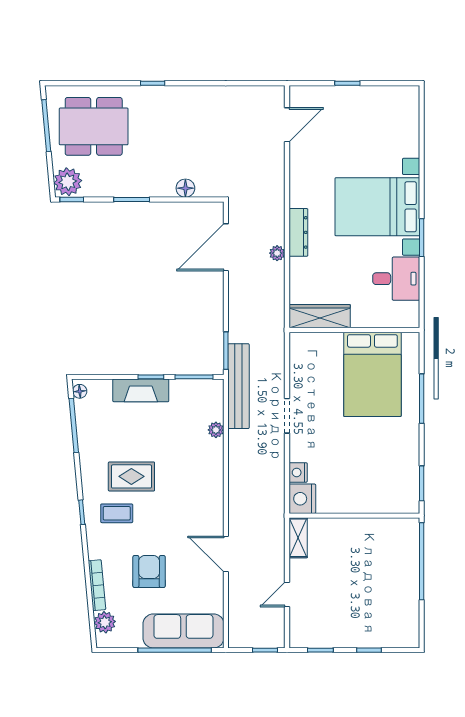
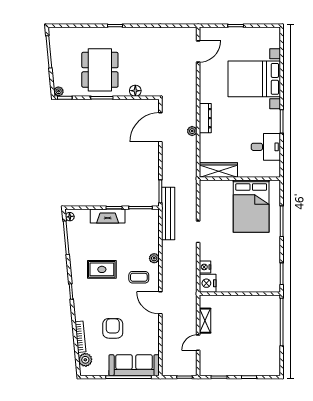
dining table: (94, 126) -> (100, 70), moved, turned 90
plant: (68, 182) -> (59, 91), width x0.53, depth x0.53
bed with nightstands: (377, 207) -> (254, 79), moved
plant: (216, 430) -> (154, 258), moved
coffee table: (117, 513) -> (139, 277), moved
shelving: (298, 538) -> (205, 321), moved
door: (226, 554) -> (160, 303), moved

